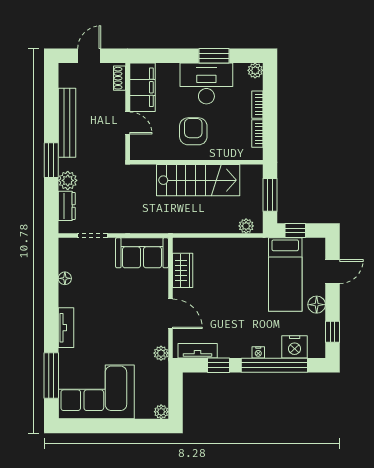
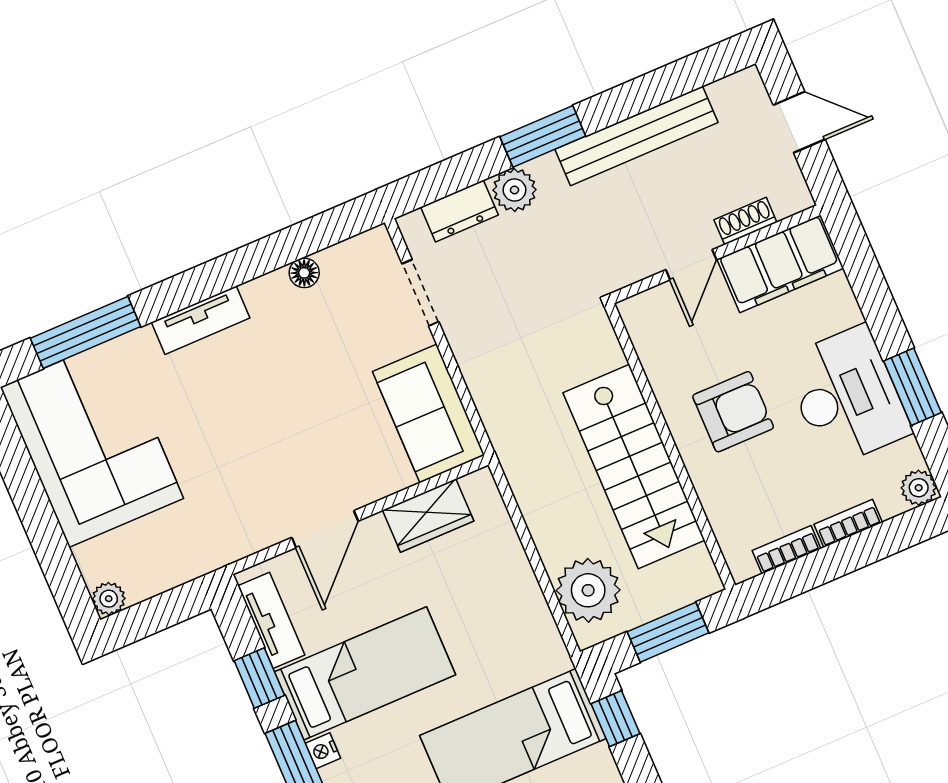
shoe rack: (120, 78) -> (745, 221), moved
plant: (246, 226) -> (588, 590), width x1.87, depth x1.87
bed: (235, 322) -> (365, 673), added
plant: (161, 353) -> (233, 545), removed

